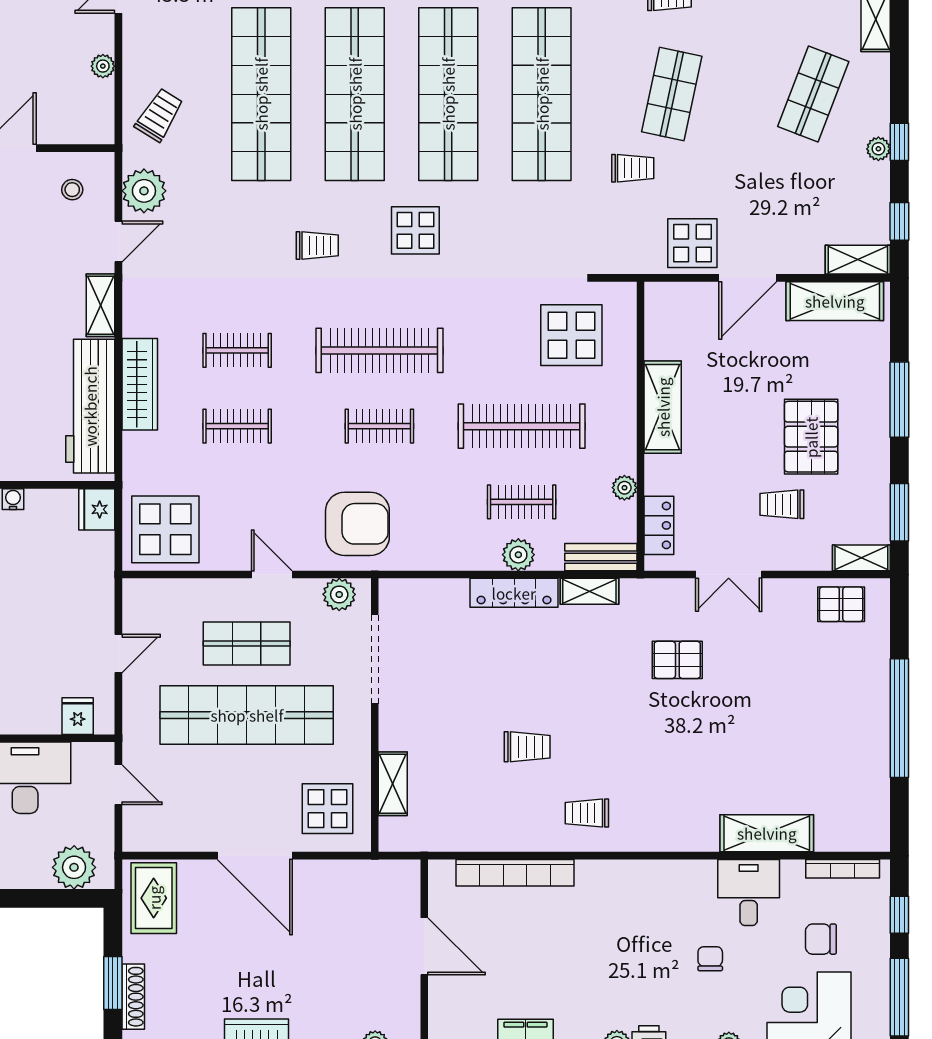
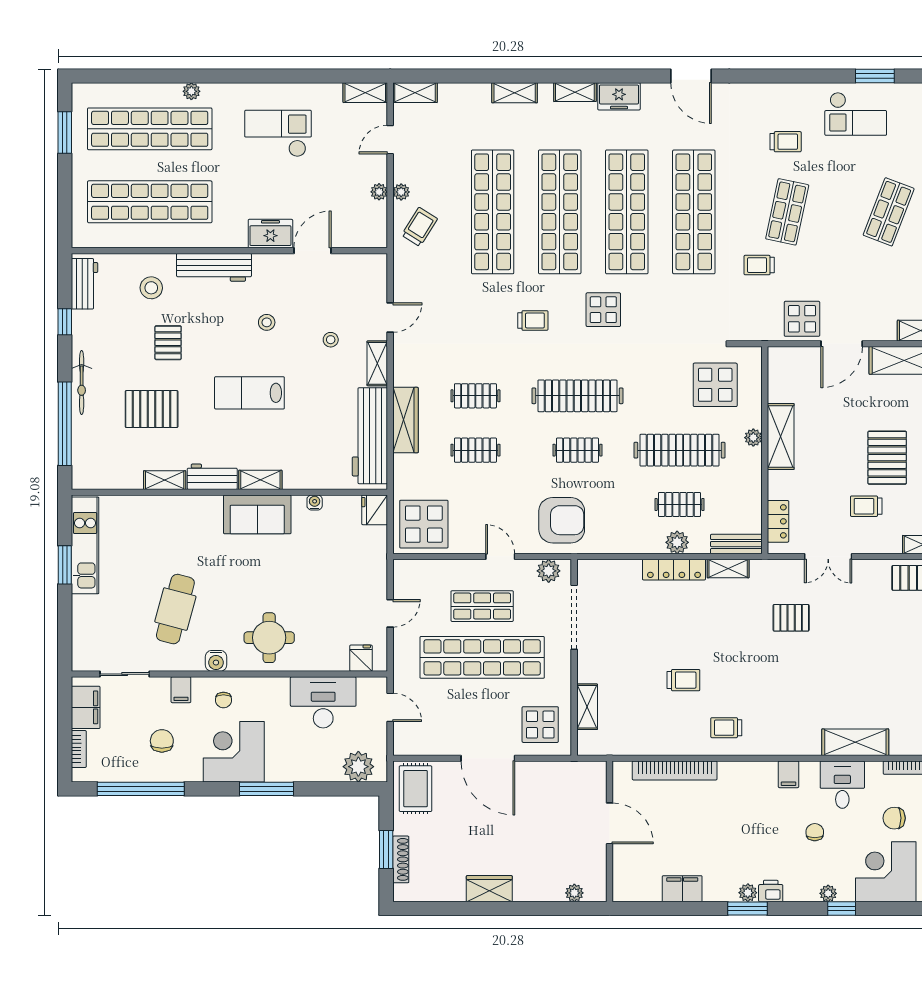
trolley: (633, 168) -> (759, 265), turned 180
stool: (72, 190) -> (331, 340), moved
plant: (144, 191) -> (401, 192), moved, width x0.53, depth x0.53
plant: (624, 488) -> (753, 438), moved
filing cabinet: (674, 878) -> (788, 774), added

